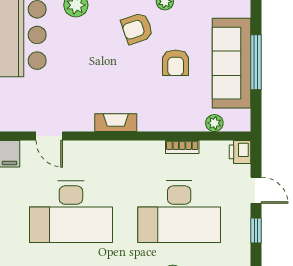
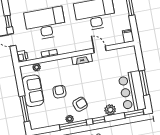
window: (256, 62) -> (24, 109), moved
sofa: (231, 63) -> (33, 91), width x0.73
door: (49, 136) -> (100, 50), moved

